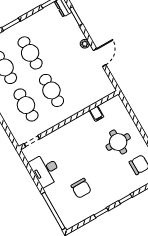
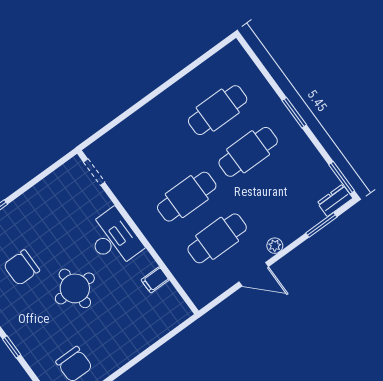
cafe table: (26, 105) -> (217, 238), moved
round table: (118, 142) -> (75, 288), moved
desk: (45, 170) -> (113, 239), moved, turned 90

